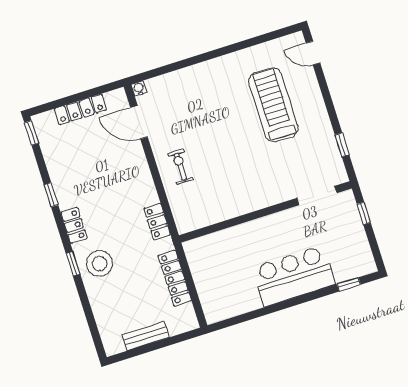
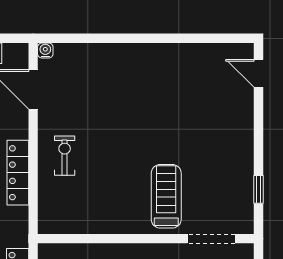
treadmill: (273, 105) -> (166, 196), moved, width x0.73, depth x0.73
locker: (157, 222) -> (18, 173), moved, width x1.53

